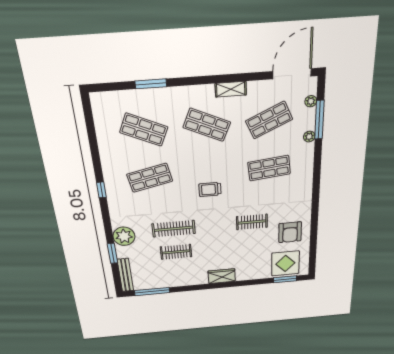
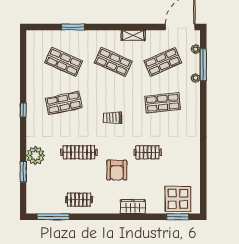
armchair: (290, 232) -> (117, 170), moved
clothes rail: (176, 252) -> (79, 200), moved
bench: (125, 275) -> (31, 196), removed
wardrobe: (222, 276) -> (133, 207), moved

